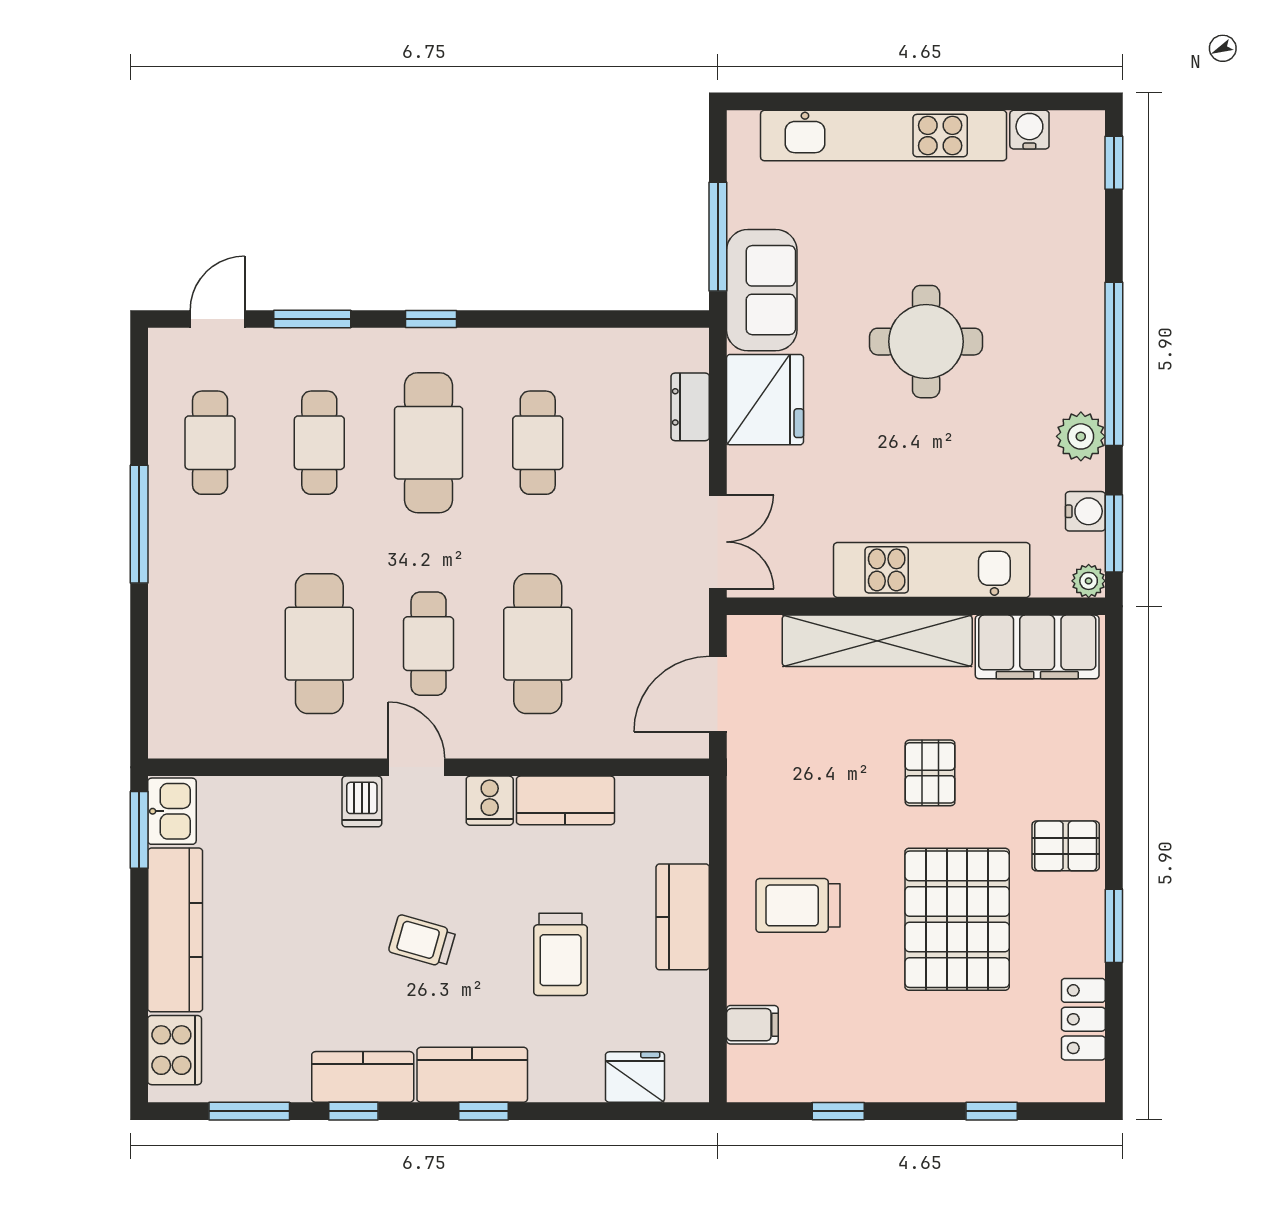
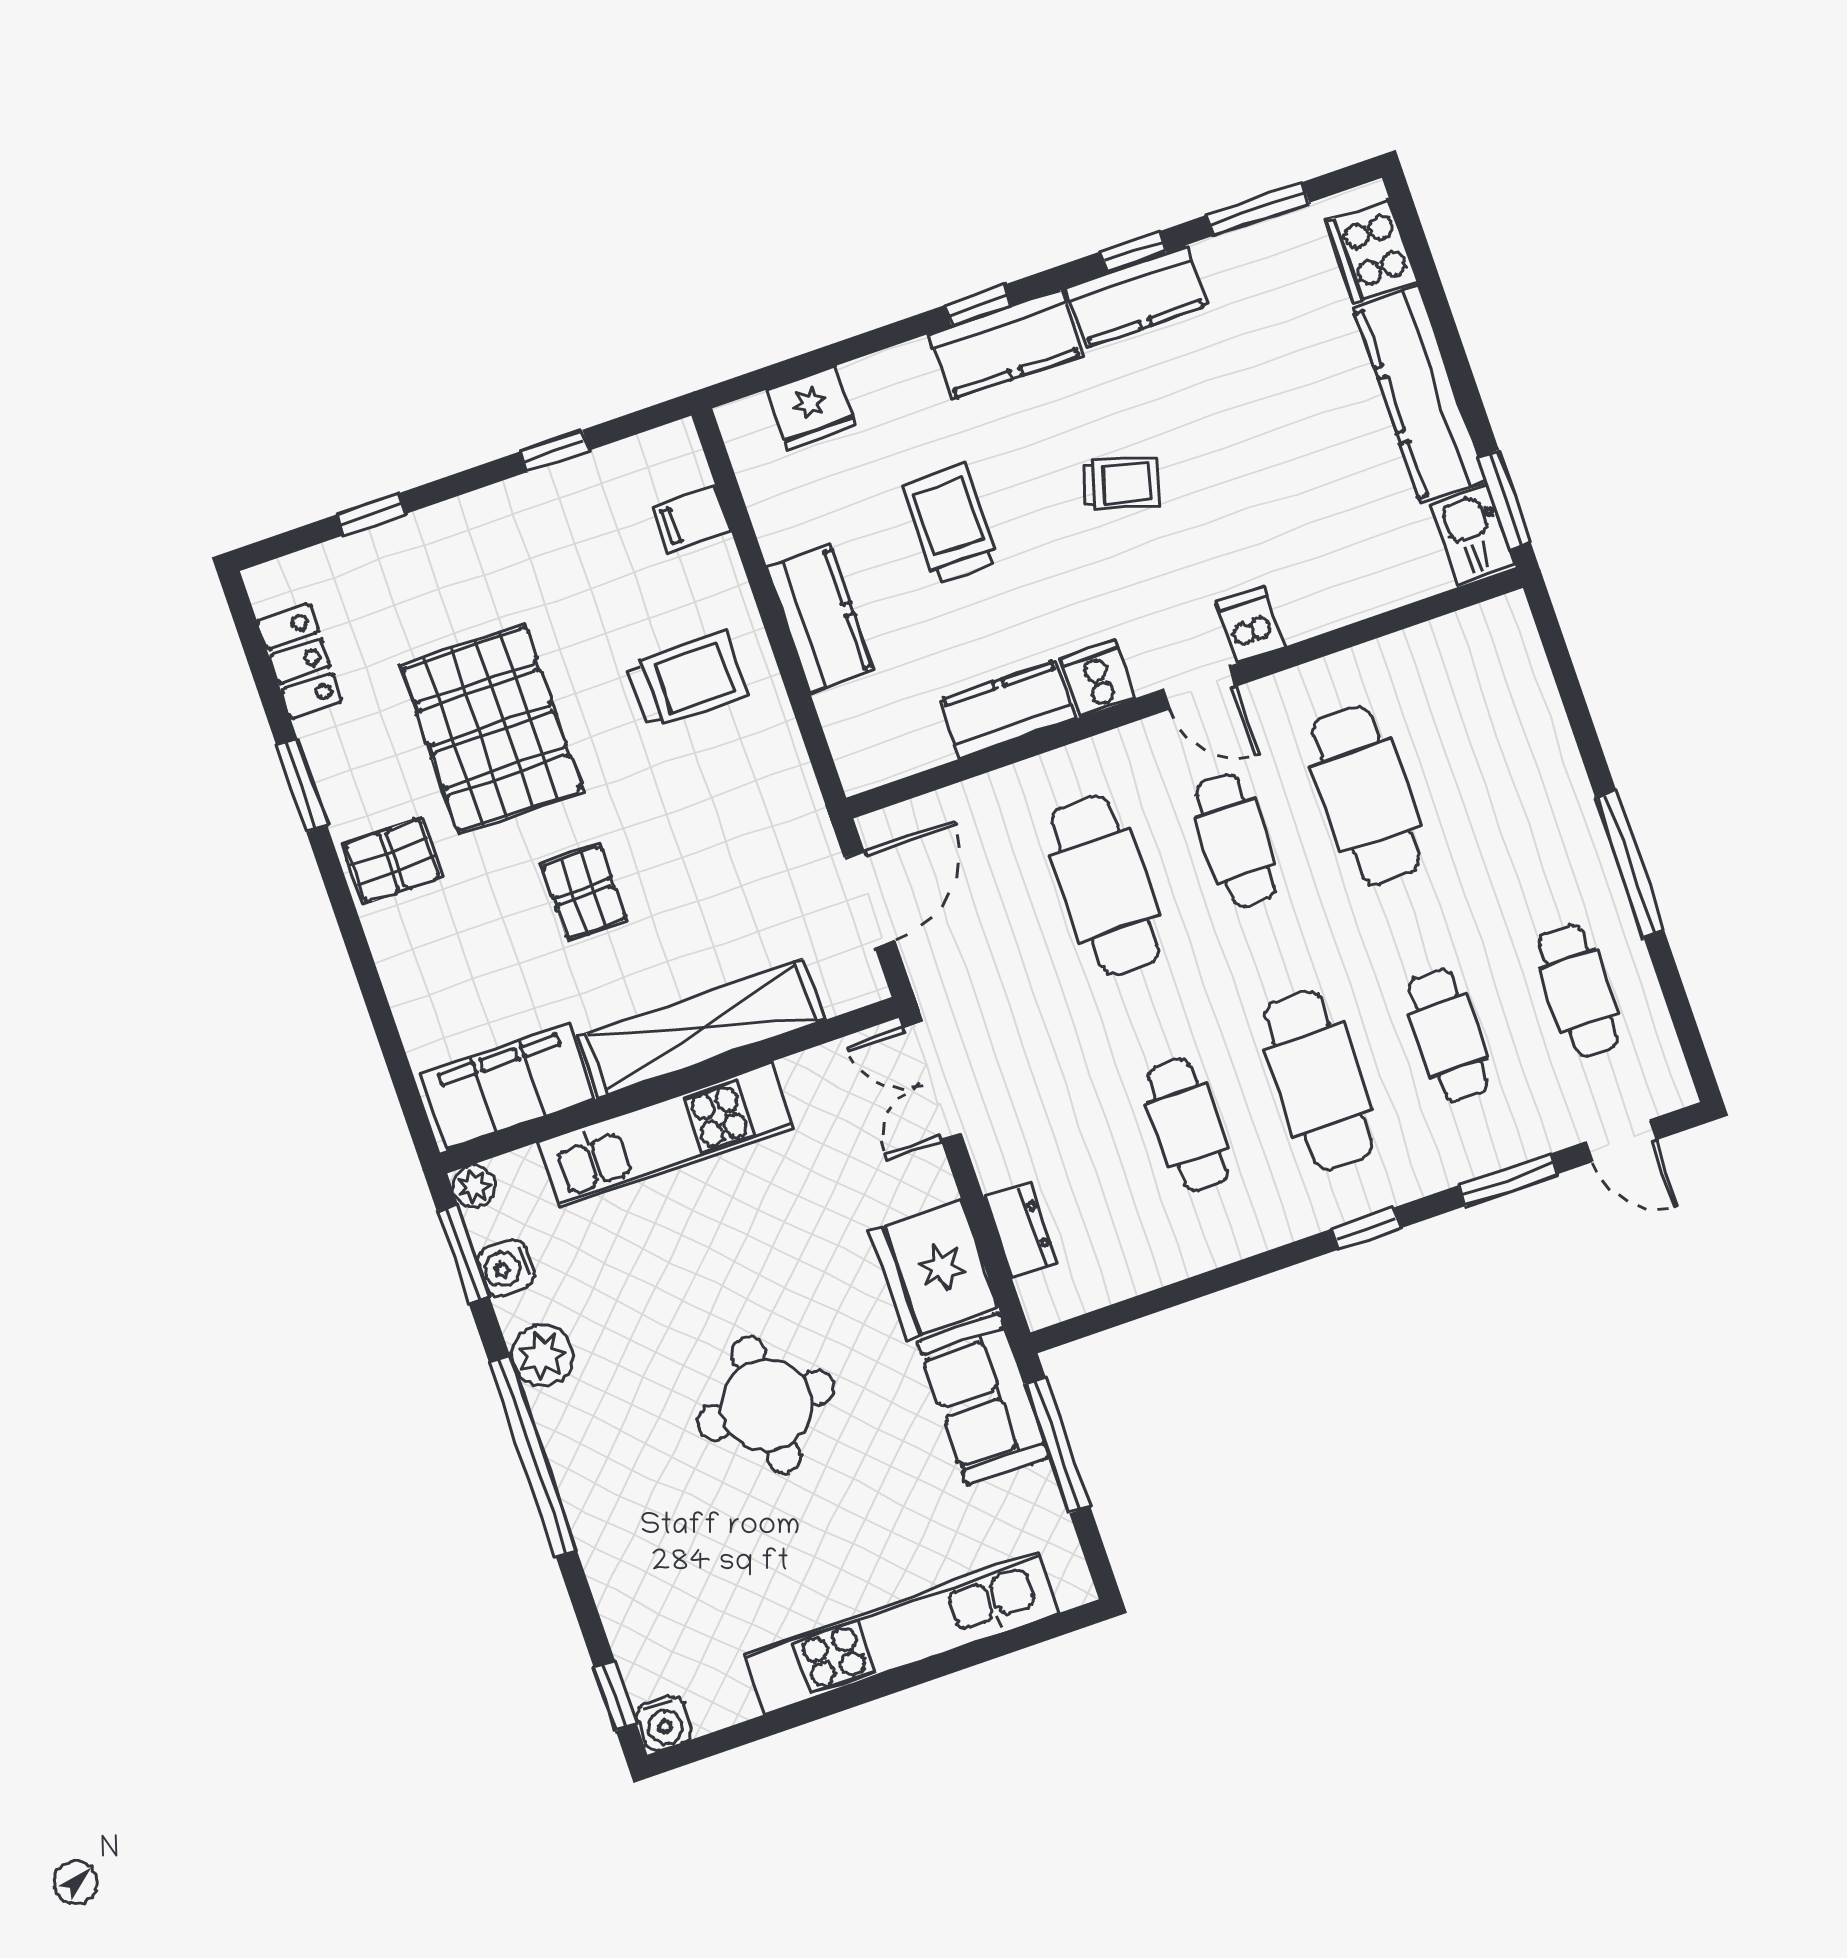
water cooler: (1029, 130) -> (664, 1723), moved
door: (217, 319) -> (1621, 1141), hinge flipped

